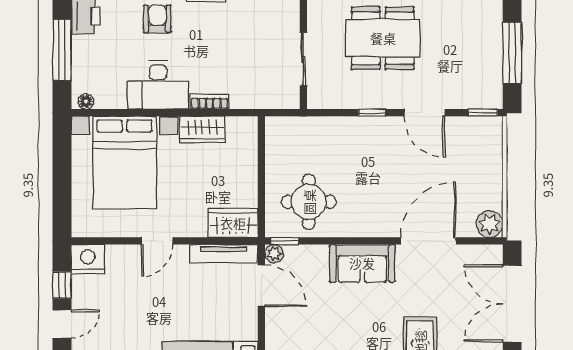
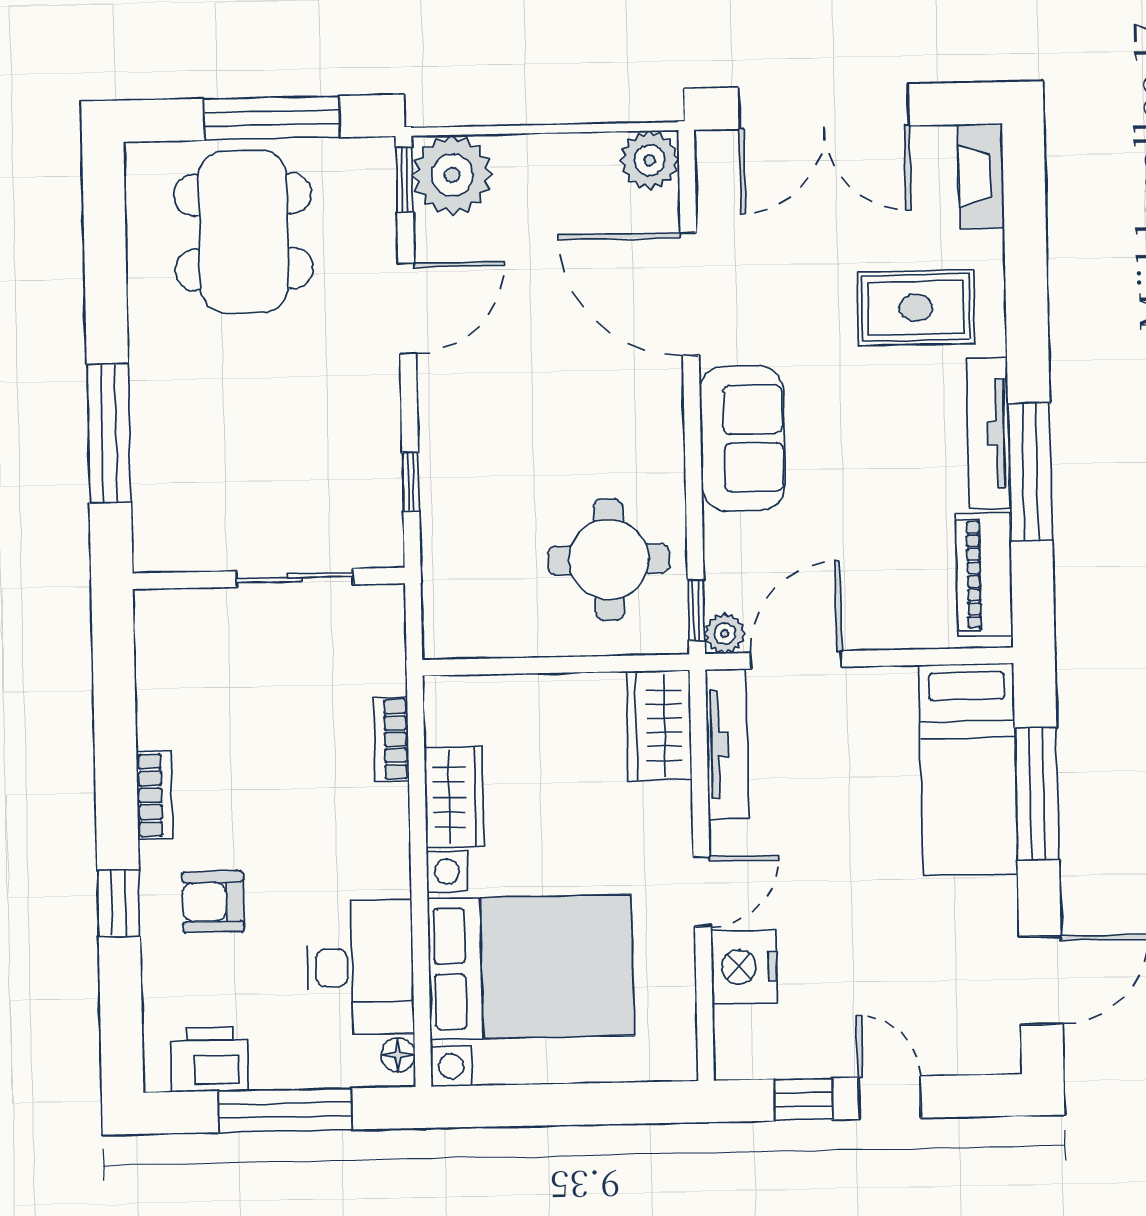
dining table: (383, 38) -> (243, 232), moved
desk: (158, 85) -> (360, 967), moved
bookcase: (209, 102) -> (391, 739), moved
window: (372, 113) -> (411, 482), moved
plant: (485, 134) -> (452, 175), added
door: (157, 241) -> (702, 892), hinge flipped
nightstand: (88, 259) -> (744, 967), moved

